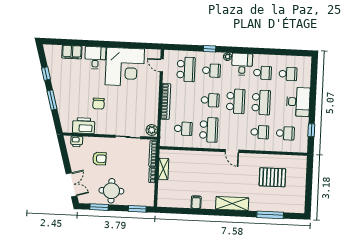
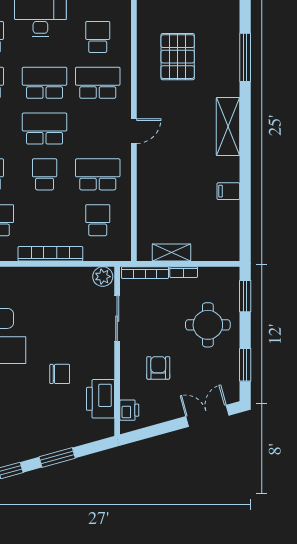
school desk: (260, 132) -> (98, 83), width x1.85
round table: (111, 191) -> (208, 325), moved

